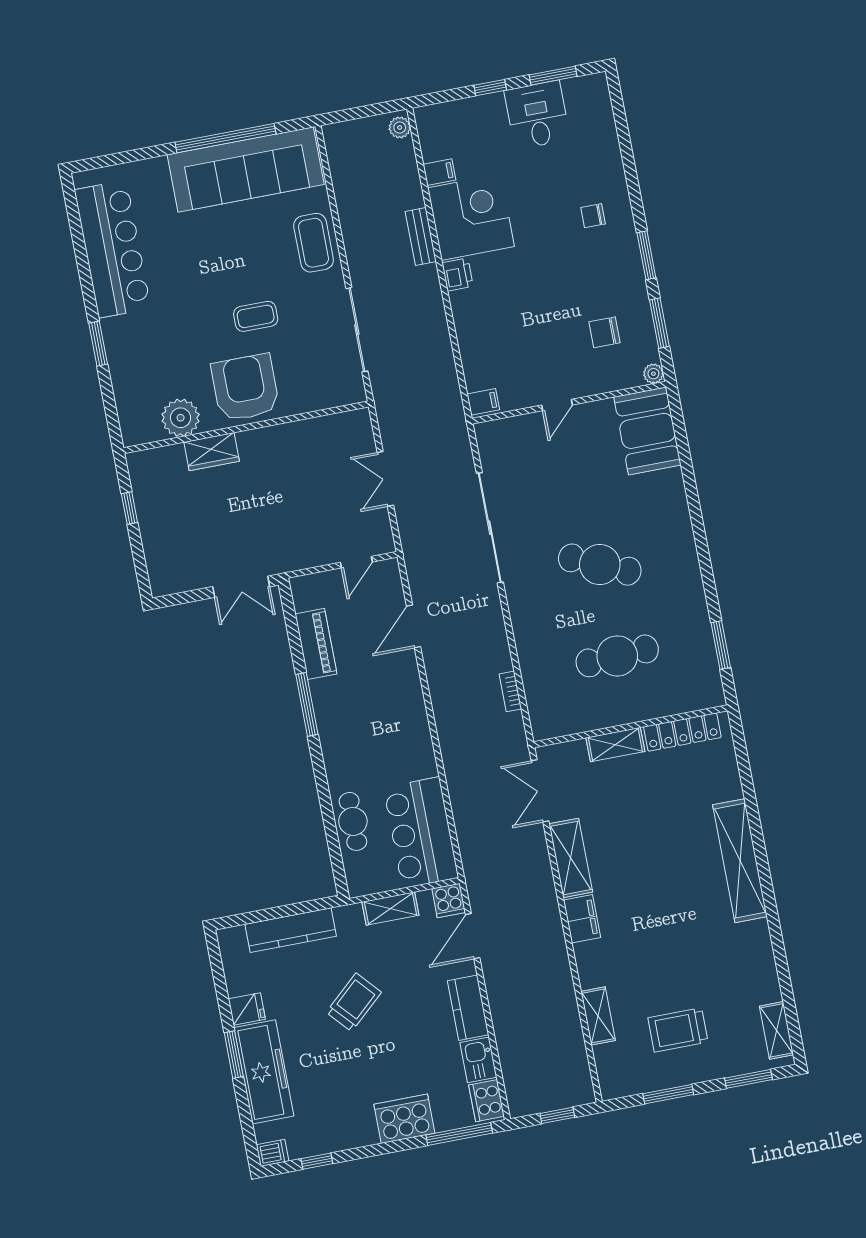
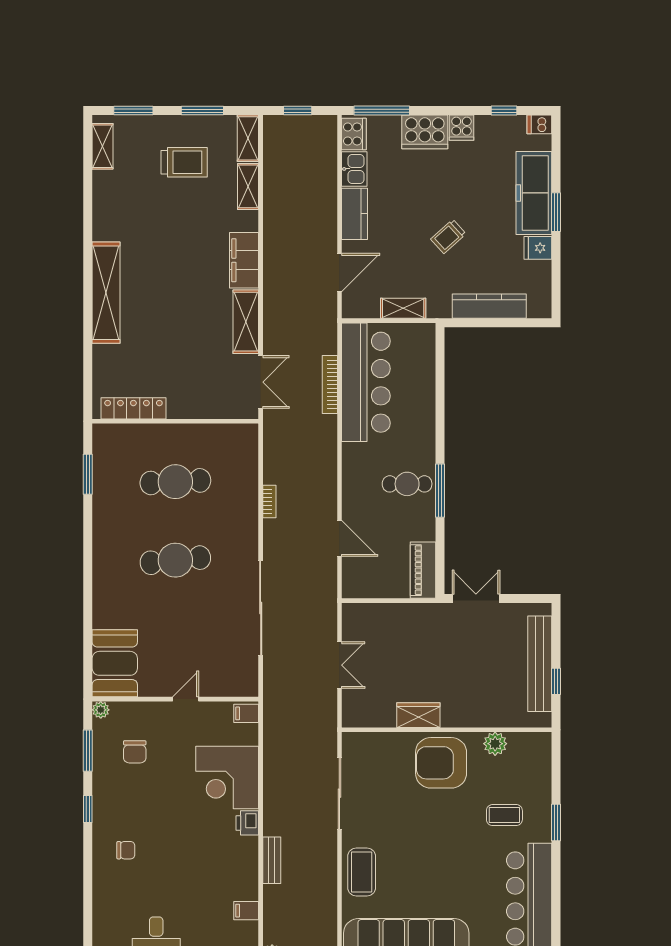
corner desk: (471, 217) -> (227, 778), moved
window: (646, 255) -> (88, 809), width x0.67
coffee table: (256, 316) -> (504, 815), moved
chair: (605, 332) -> (135, 752), turned 90
armchair: (245, 388) -> (441, 763), turned 90
plant: (181, 418) -> (495, 744), width x0.73, depth x0.73
wardrobe: (212, 452) -> (418, 715), moved
bench: (152, 525) -> (540, 664), added
door: (356, 562) -> (377, 601), removed
cafe table: (600, 565) -> (175, 560), turned -30
door: (413, 626) -> (339, 538), hinge flipped
piano: (316, 644) -> (423, 570), moved
bookcase: (510, 691) -> (269, 502), moved
shelving: (615, 745) -> (248, 138), moved, turned 90
bookcase: (459, 803) -> (330, 385), added
cafe table: (353, 821) -> (407, 484), moved, turned 90
bar counter: (421, 833) -> (366, 382), width x1.36
cooker: (449, 900) -> (462, 128), moved, turned 180
filing cabinet: (582, 919) -> (244, 260), width x1.50, depth x1.17
trolley: (354, 1002) -> (448, 236), width x0.73, depth x0.72

